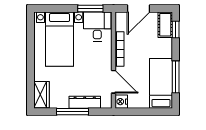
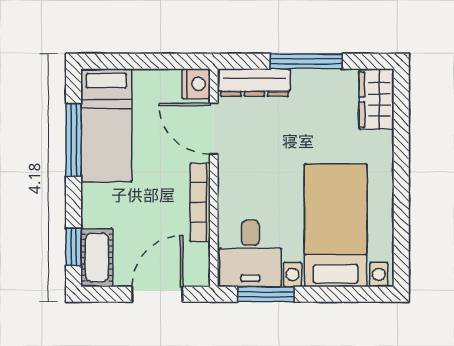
dresser: (85, 102) -> (255, 83), moved

